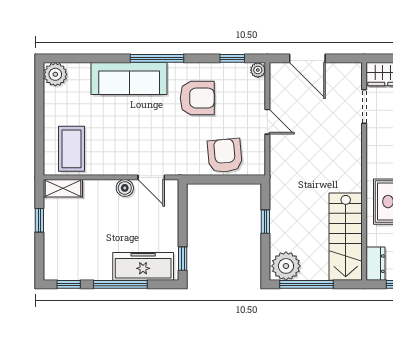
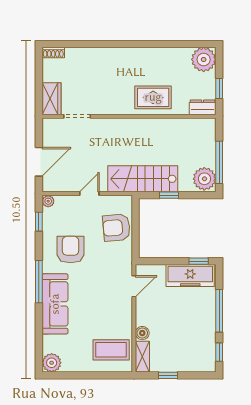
boiler: (125, 188) -> (142, 333), moved
stairs: (346, 237) -> (143, 179), moved, turned 180
freezer: (143, 266) -> (190, 276), moved, turned -90

